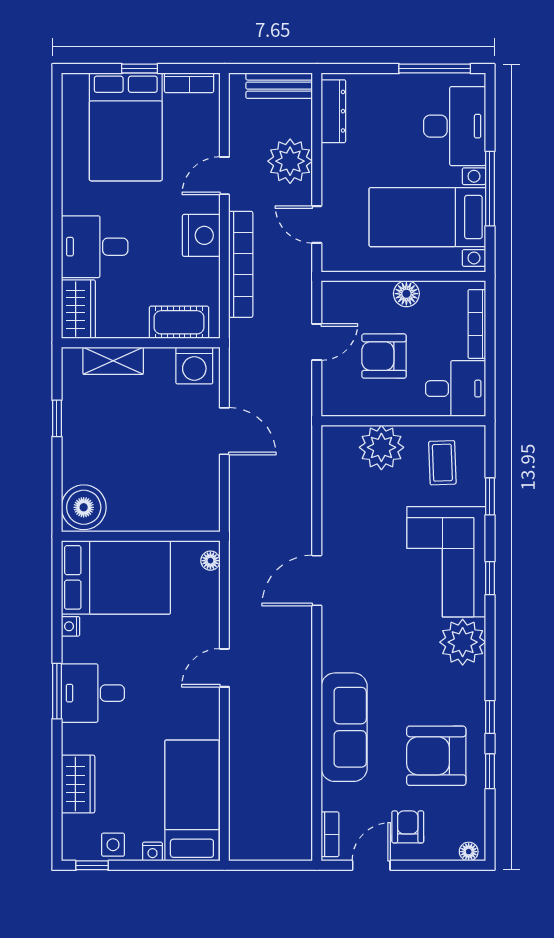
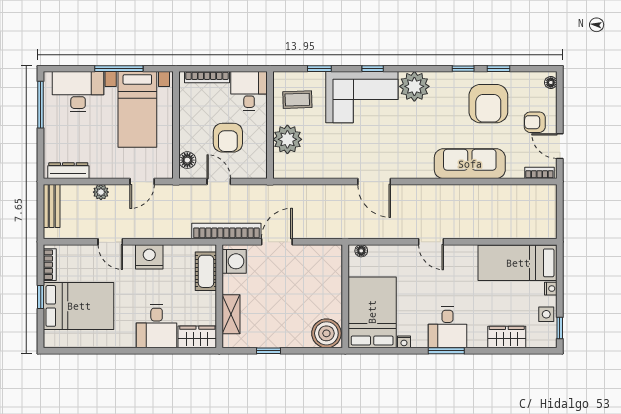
plant: (290, 161) -> (101, 192), width x0.53, depth x0.53
bookcase: (241, 264) -> (226, 231), moved
floor lamp: (406, 294) -> (187, 160), moved

